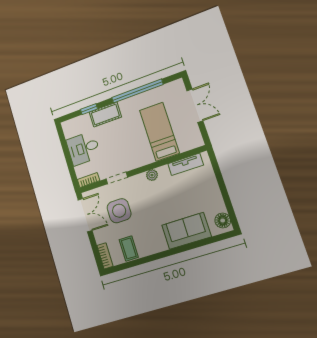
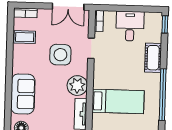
window: (89, 109) -> (165, 24), moved
plant: (152, 175) -> (77, 86), width x1.88, depth x1.88
side table: (119, 211) -> (60, 55), moved

